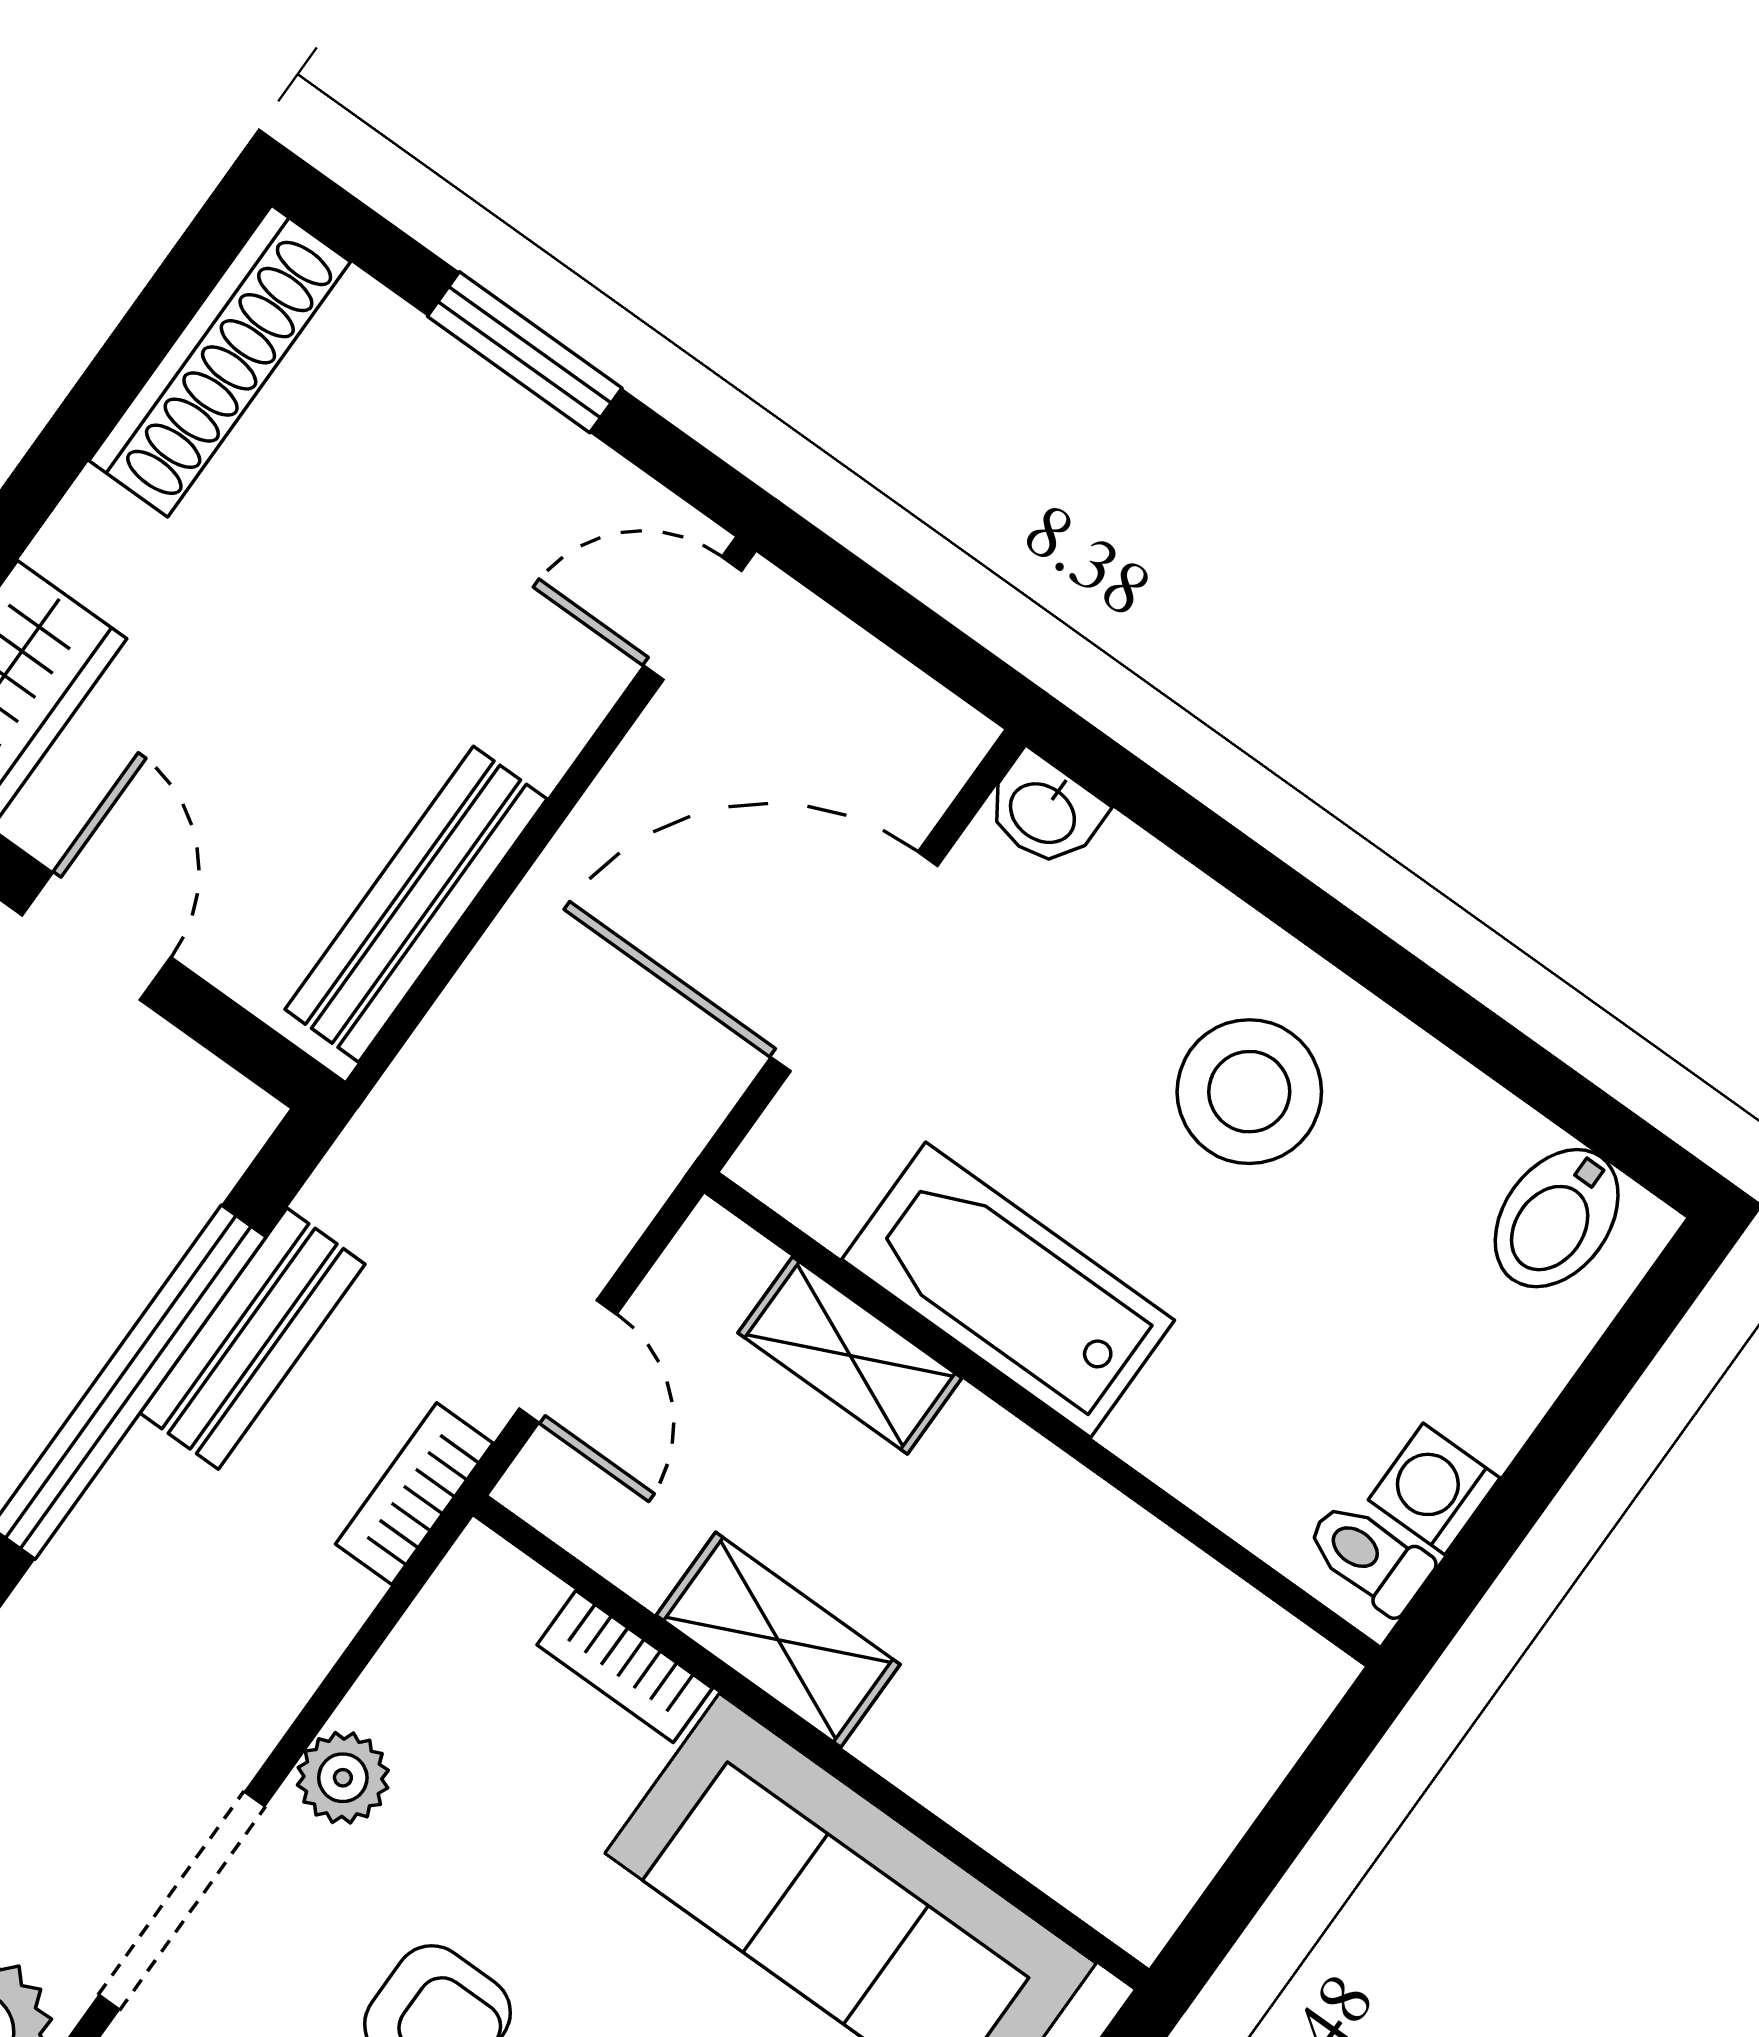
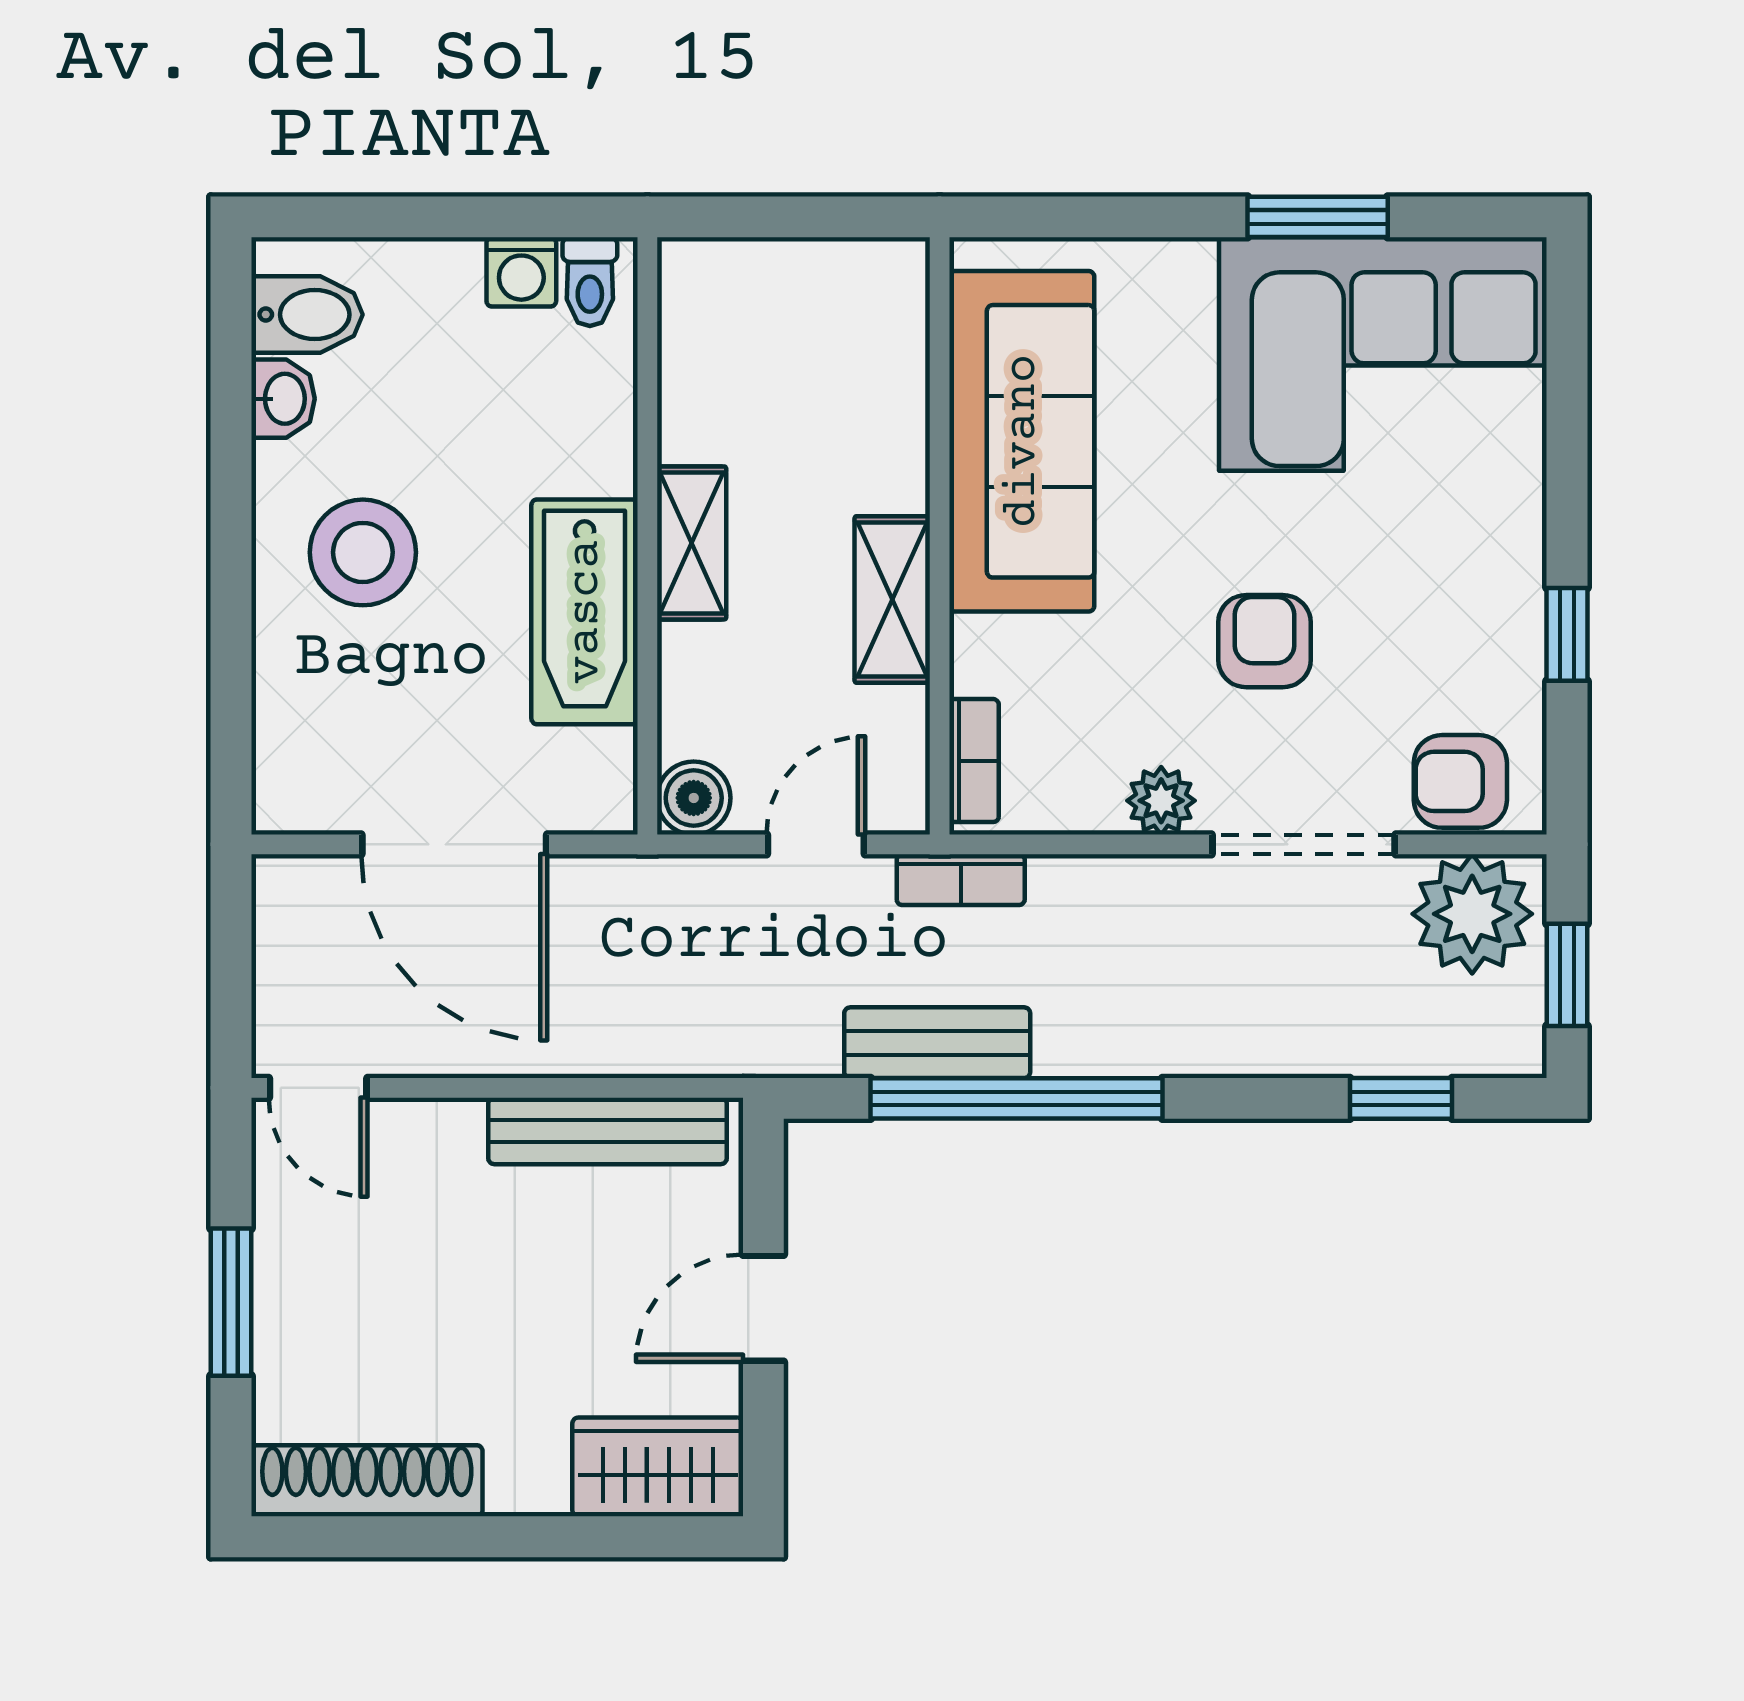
washbasin: (1044, 811) -> (283, 399), moved
boiler: (716, 1263) -> (694, 798), added
shelving: (850, 1355) -> (692, 543), moved
bookcase: (625, 1666) -> (974, 761), moved

